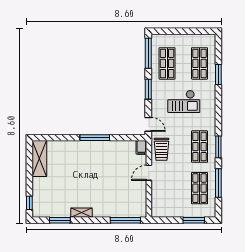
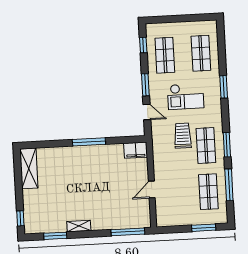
window: (148, 53) -> (143, 45), width x0.46
window: (218, 74) -> (224, 87), moved
door: (148, 124) -> (147, 112), moved
filing cabinet: (141, 147) -> (136, 150), width x2.00
trolley: (162, 149) -> (183, 136), moved, turned 180
door: (149, 173) -> (152, 189), moved

